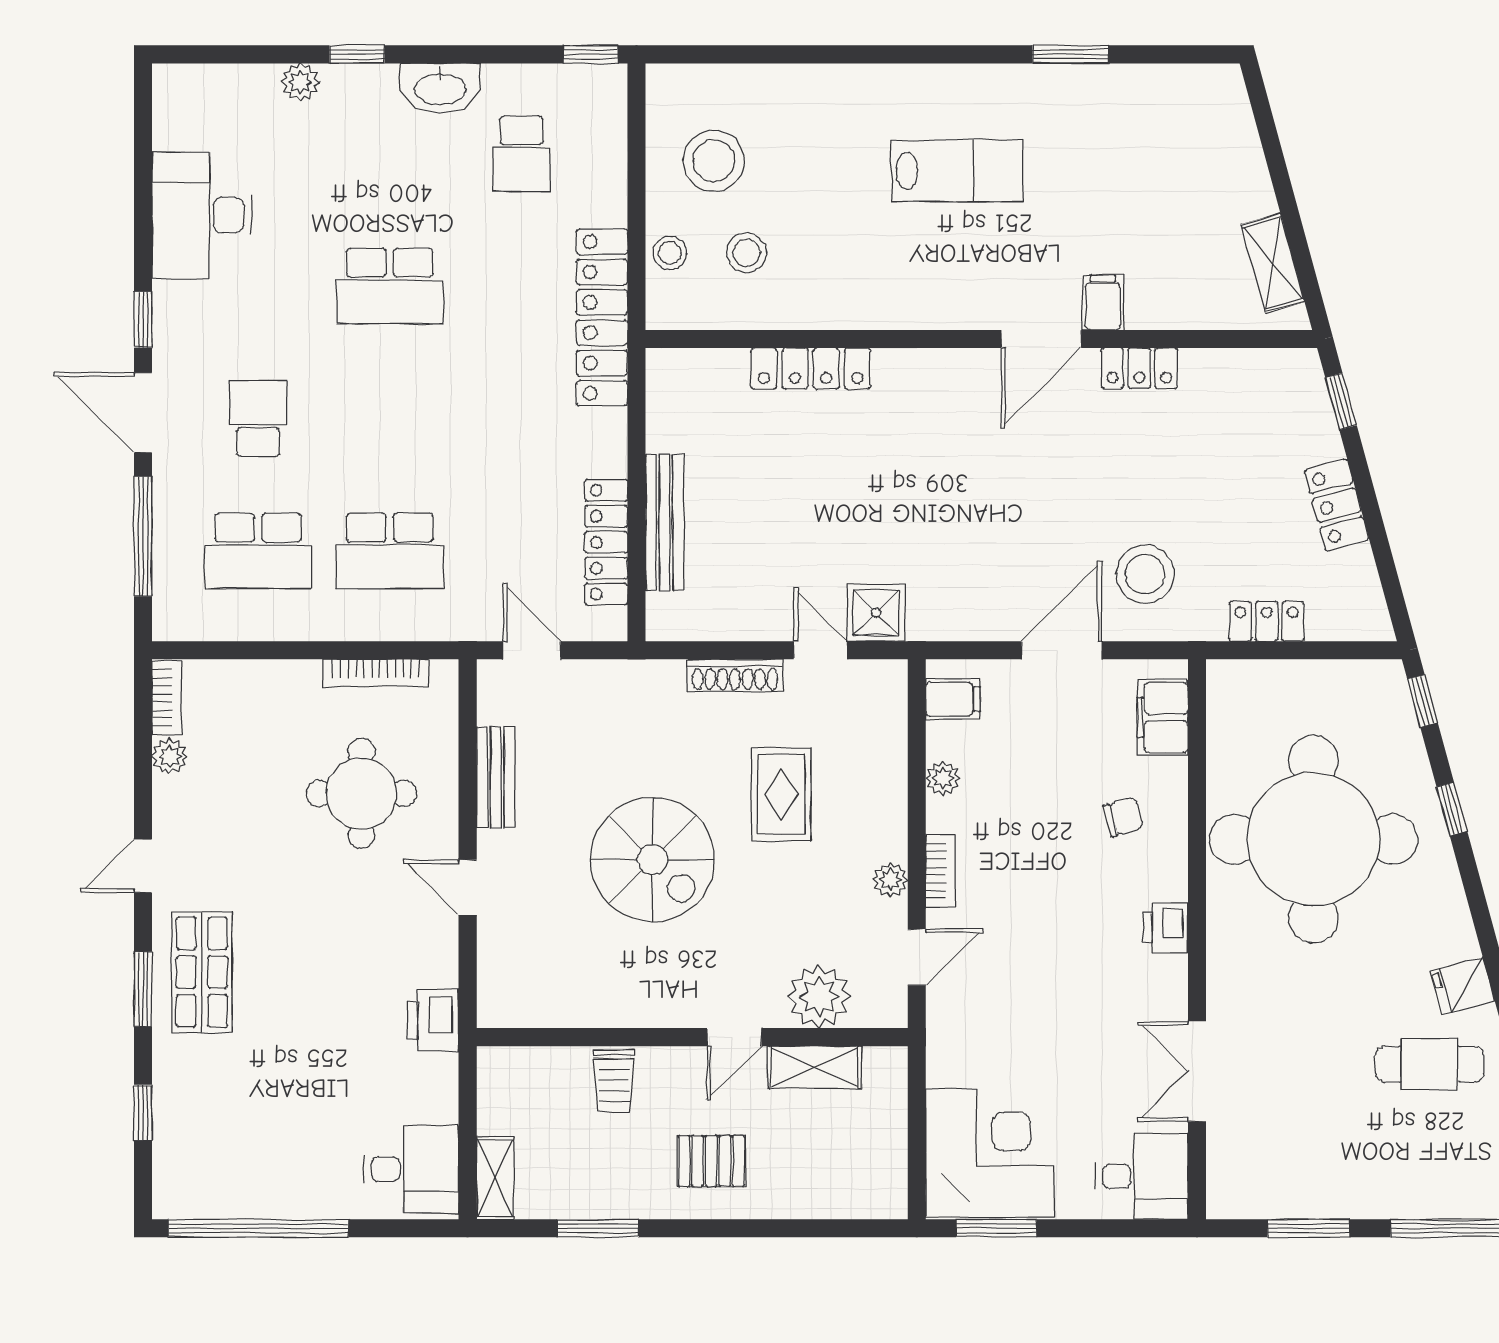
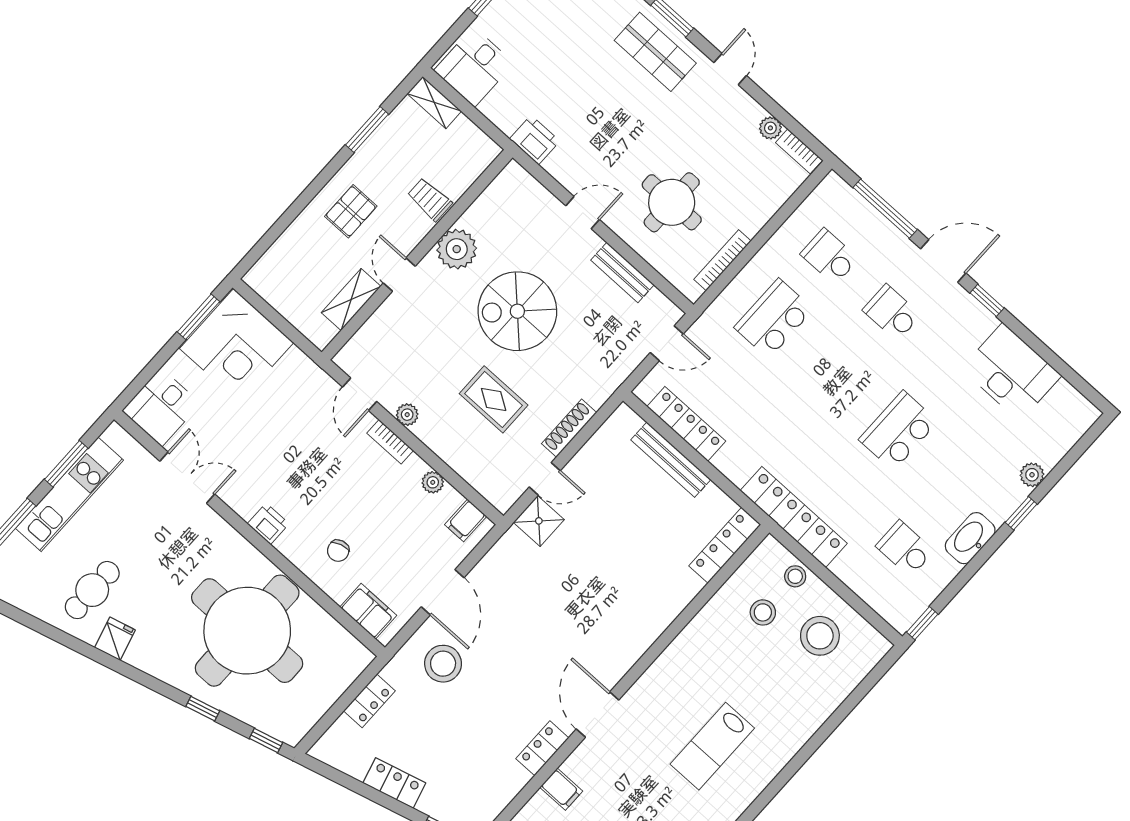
filing cabinet: (1103, 303) -> (561, 789), moved
locker: (811, 369) -> (725, 545), moved
school desk: (258, 419) -> (892, 313), turned 180
school desk: (258, 551) -> (829, 256), width x0.54
plant: (819, 997) -> (457, 249), moved
kitchen unit: (1341, 1192) -> (70, 494), added

